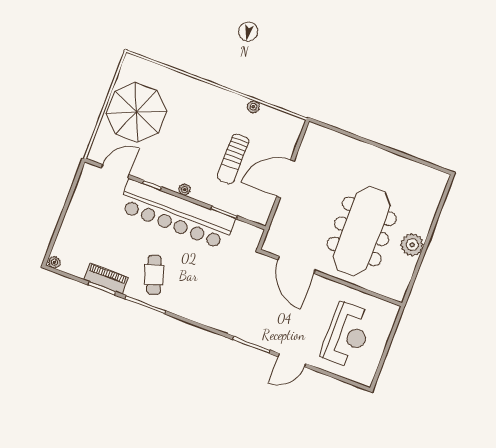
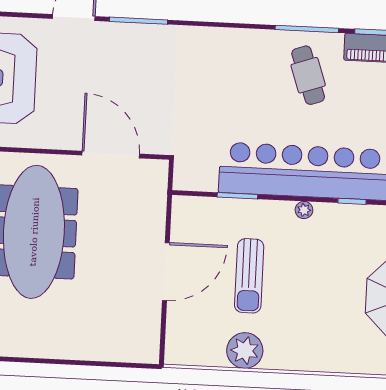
plant: (253, 107) -> (245, 351), width x1.88, depth x1.88
sun lounger: (233, 159) -> (249, 276), turned 180

